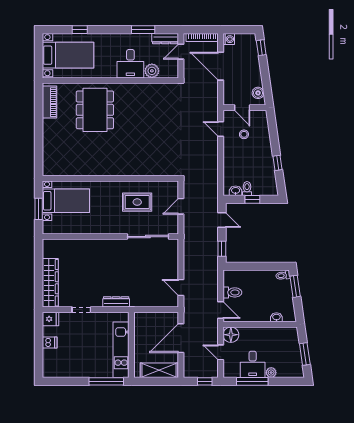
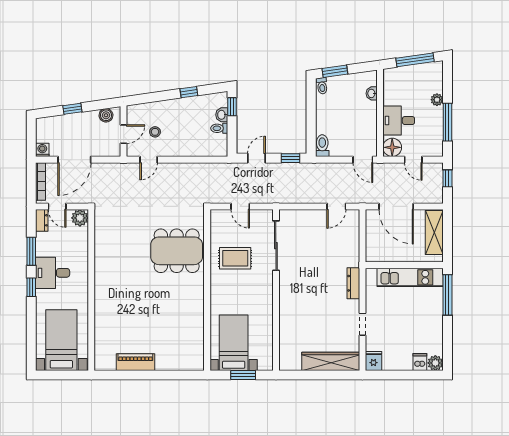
window: (80, 30) -> (31, 287), moved
dresser: (165, 39) -> (42, 220), width x0.70
window: (261, 48) -> (72, 109), moved
desk: (130, 64) -> (53, 273), moved, turned 180
plant: (152, 71) -> (80, 218), moved
piano: (49, 102) -> (135, 362), moved
dining table: (95, 110) -> (177, 251), moved
washbasin: (236, 191) -> (222, 115), moved
window: (252, 199) -> (232, 107), moved
rug: (137, 202) -> (235, 258), turned 90
toilet: (232, 292) -> (322, 146), moved
door: (221, 310) -> (363, 160), swing flipped
dishwasher: (50, 343) -> (420, 362), moved
door: (221, 352) -> (413, 160), hinge flipped
window: (305, 354) -> (415, 60), width x1.44
desk: (253, 364) -> (399, 121), moved, turned 180
plant: (49, 371) -> (435, 363), added

